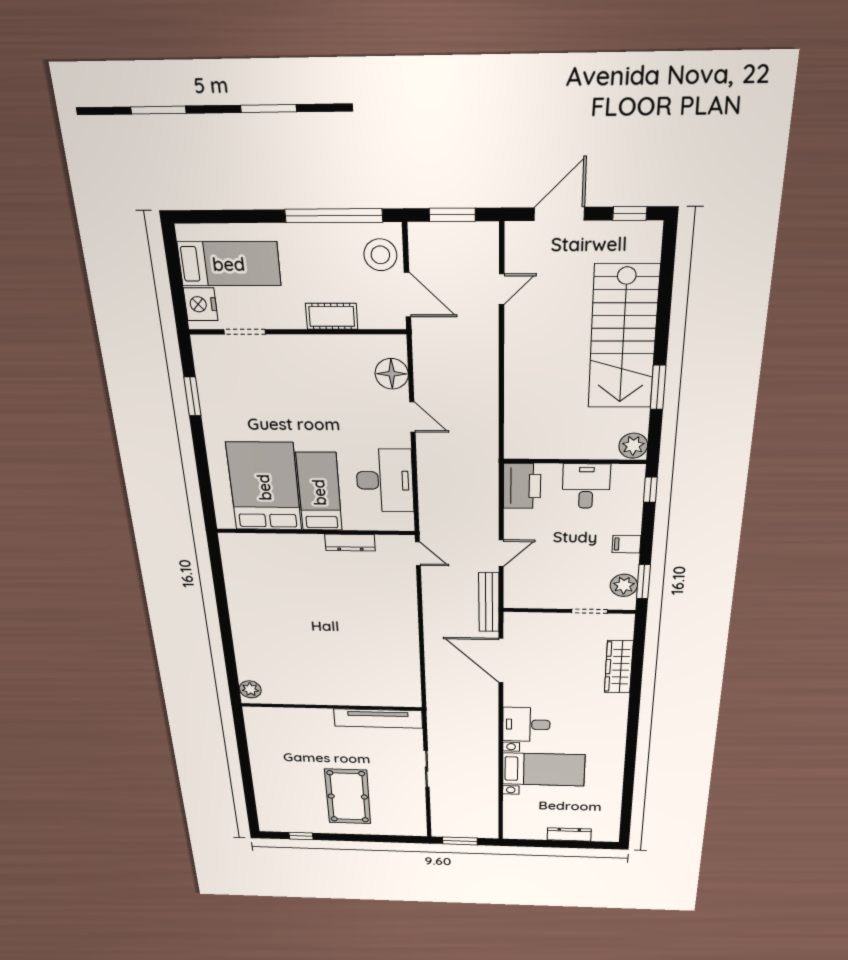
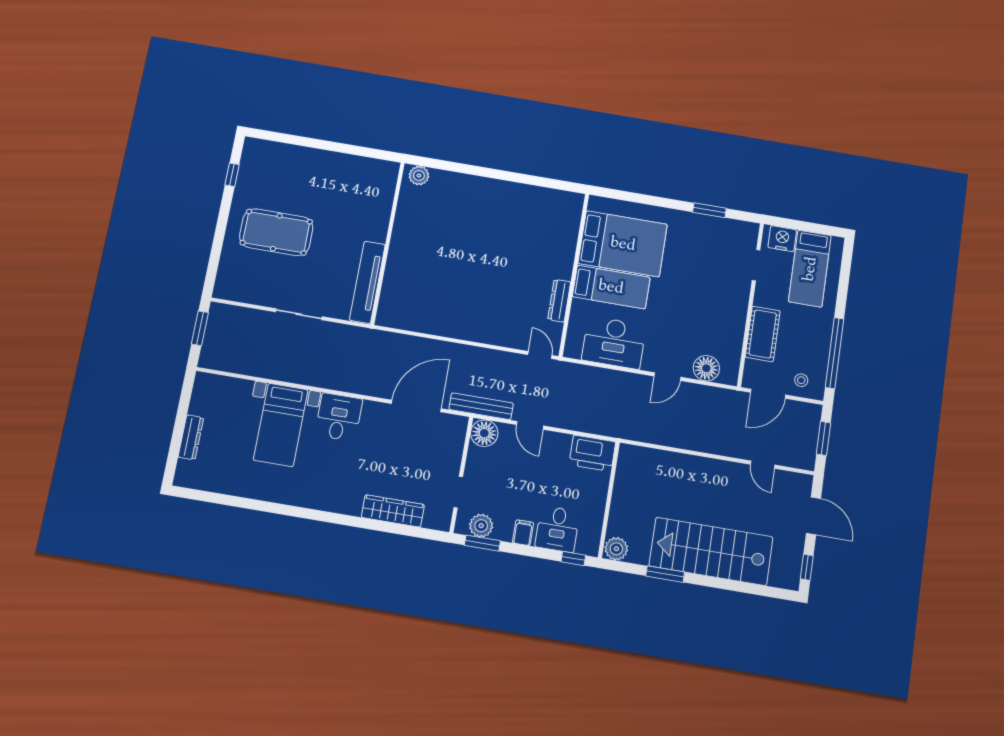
stool: (380, 255) -> (801, 380), width x0.53, depth x0.53
cot: (332, 316) -> (763, 334), width x1.37, depth x1.34
desk: (586, 486) -> (557, 529), moved, turned 90
door: (418, 554) -> (540, 355), swing flipped
floor lamp: (519, 596) -> (484, 433), added

